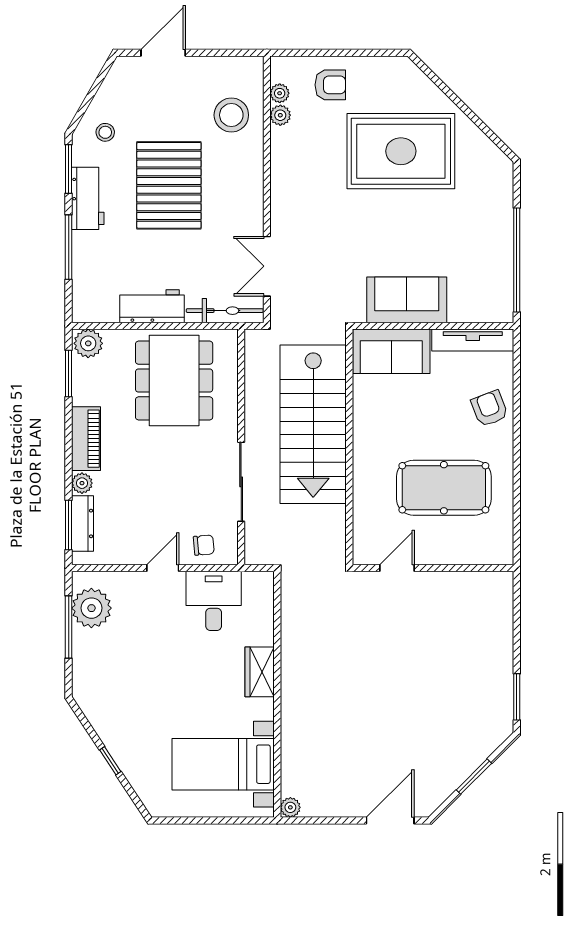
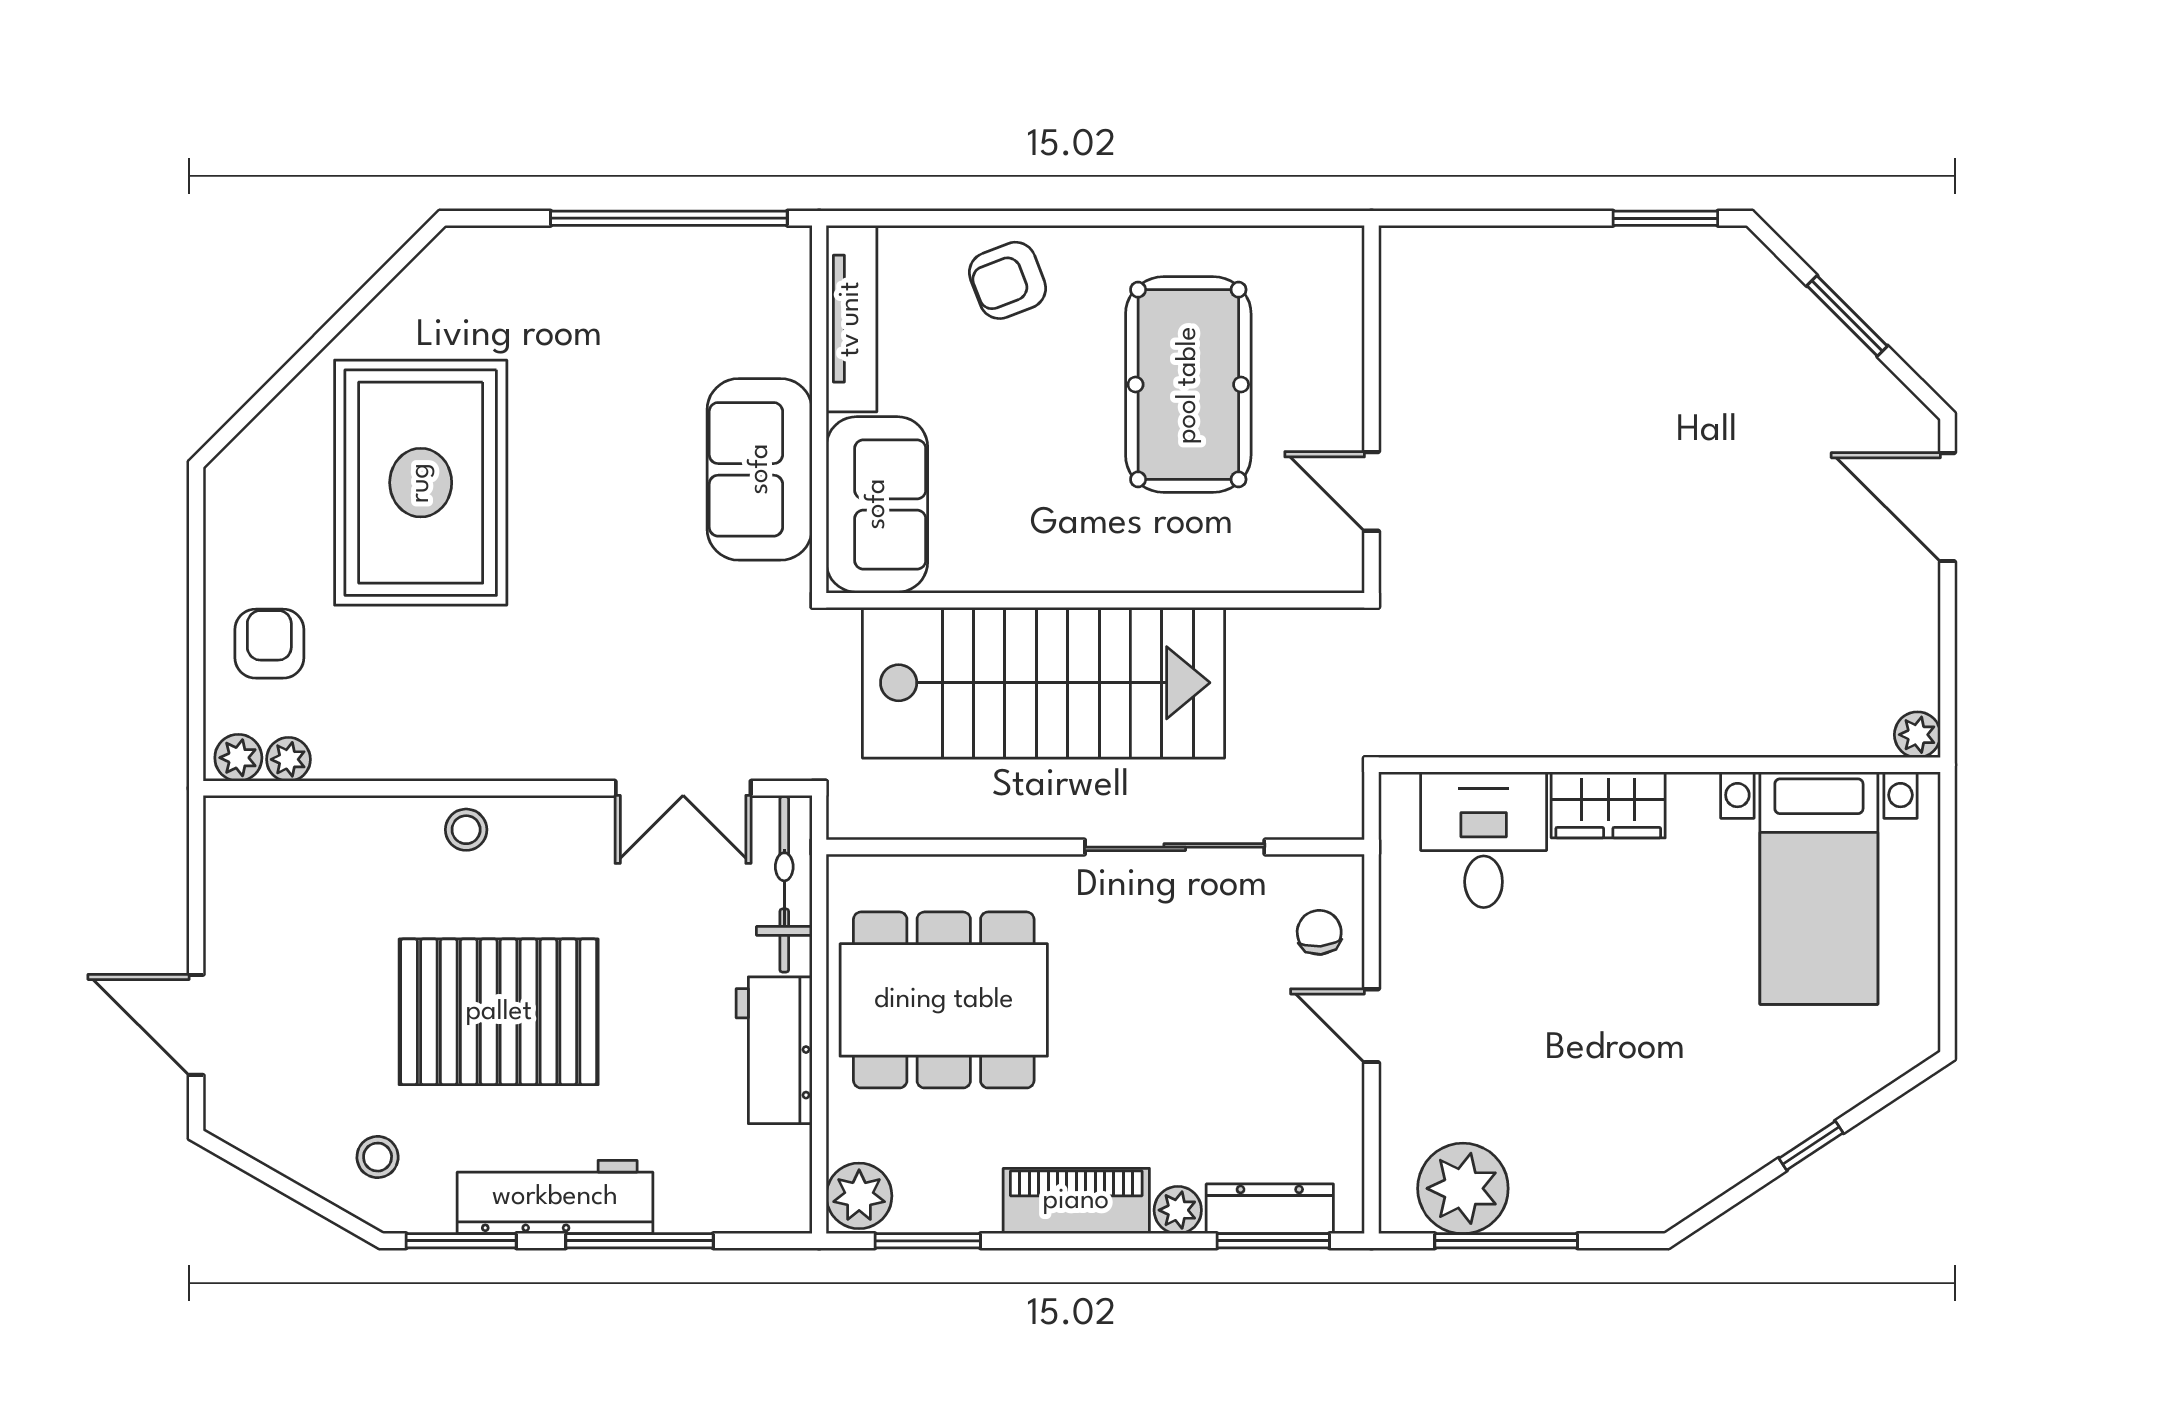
stool: (231, 115) -> (466, 830), moved, width x0.53, depth x0.53
plant: (280, 115) -> (238, 758), moved
workbench: (88, 198) -> (555, 1197), width x1.38
desk: (214, 601) -> (1484, 840), moved, turned 90

